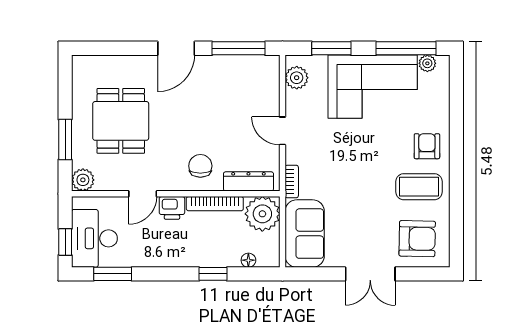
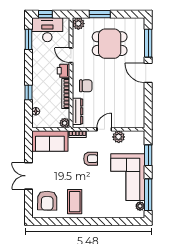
window: (239, 48) -> (148, 43), moved
plant: (297, 78) -> (119, 137), moved
armchair: (427, 146) -> (91, 159), moved
plant: (262, 214) -> (65, 123), width x0.53, depth x0.53

